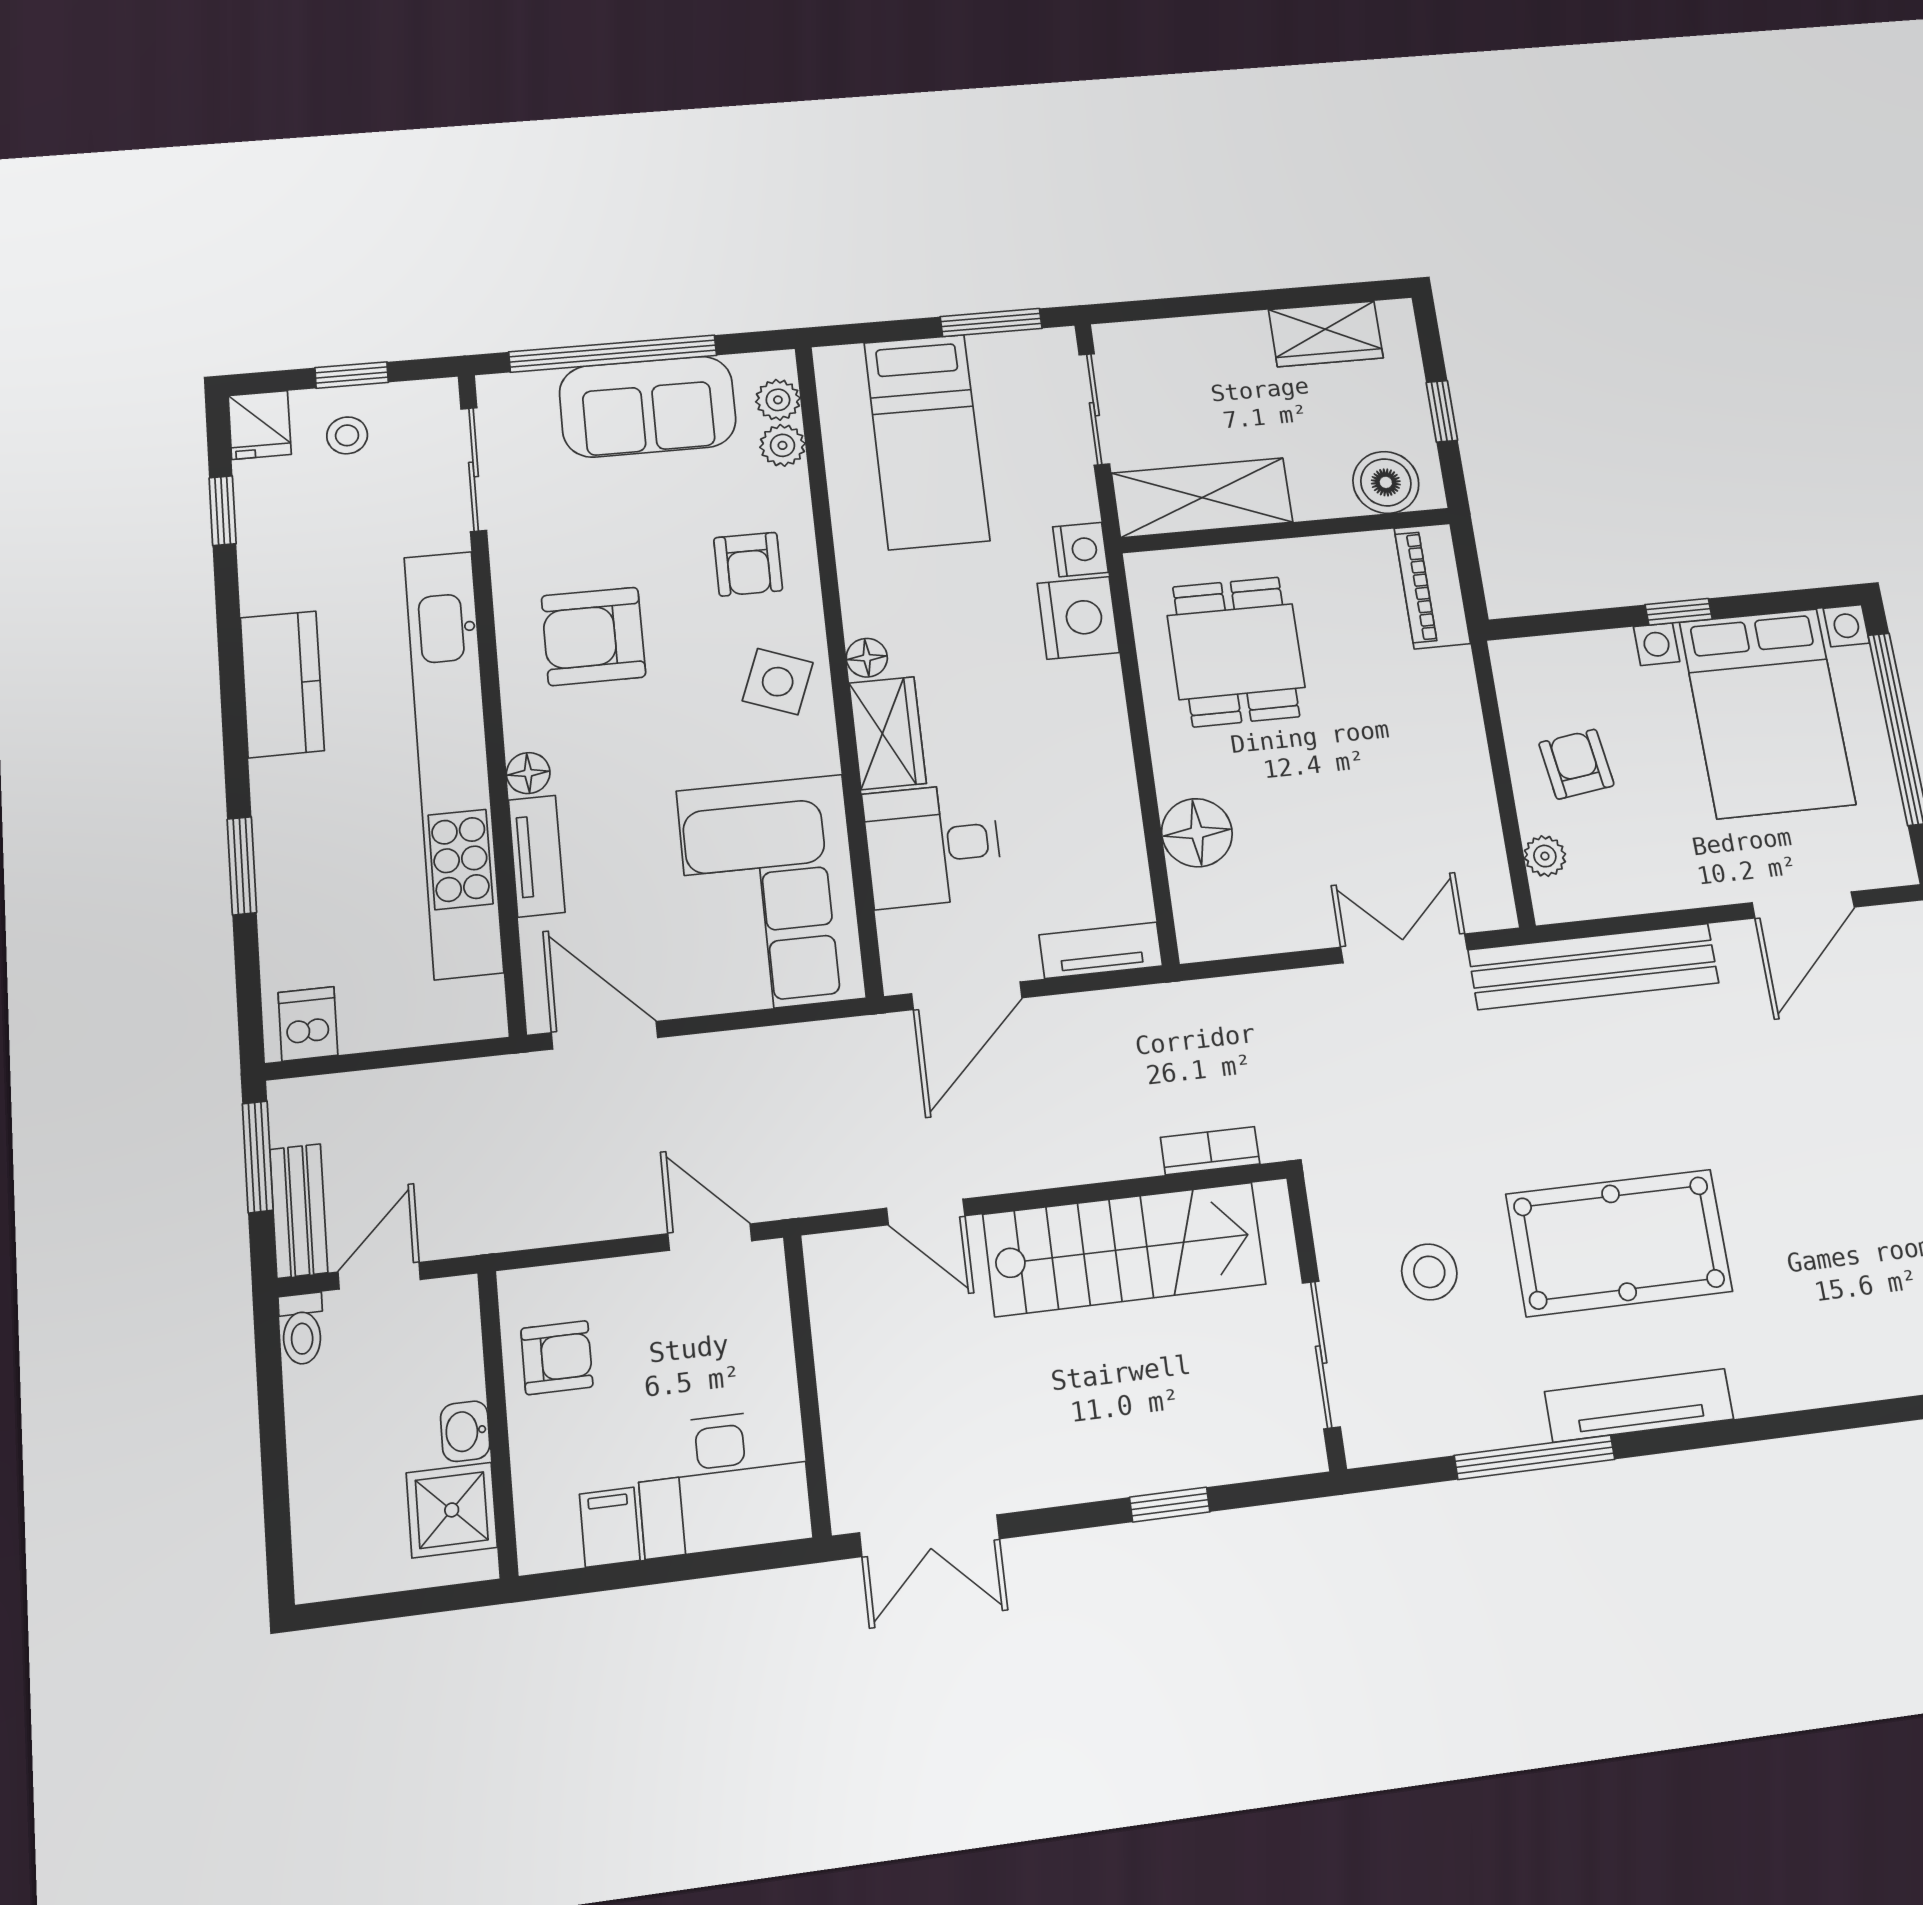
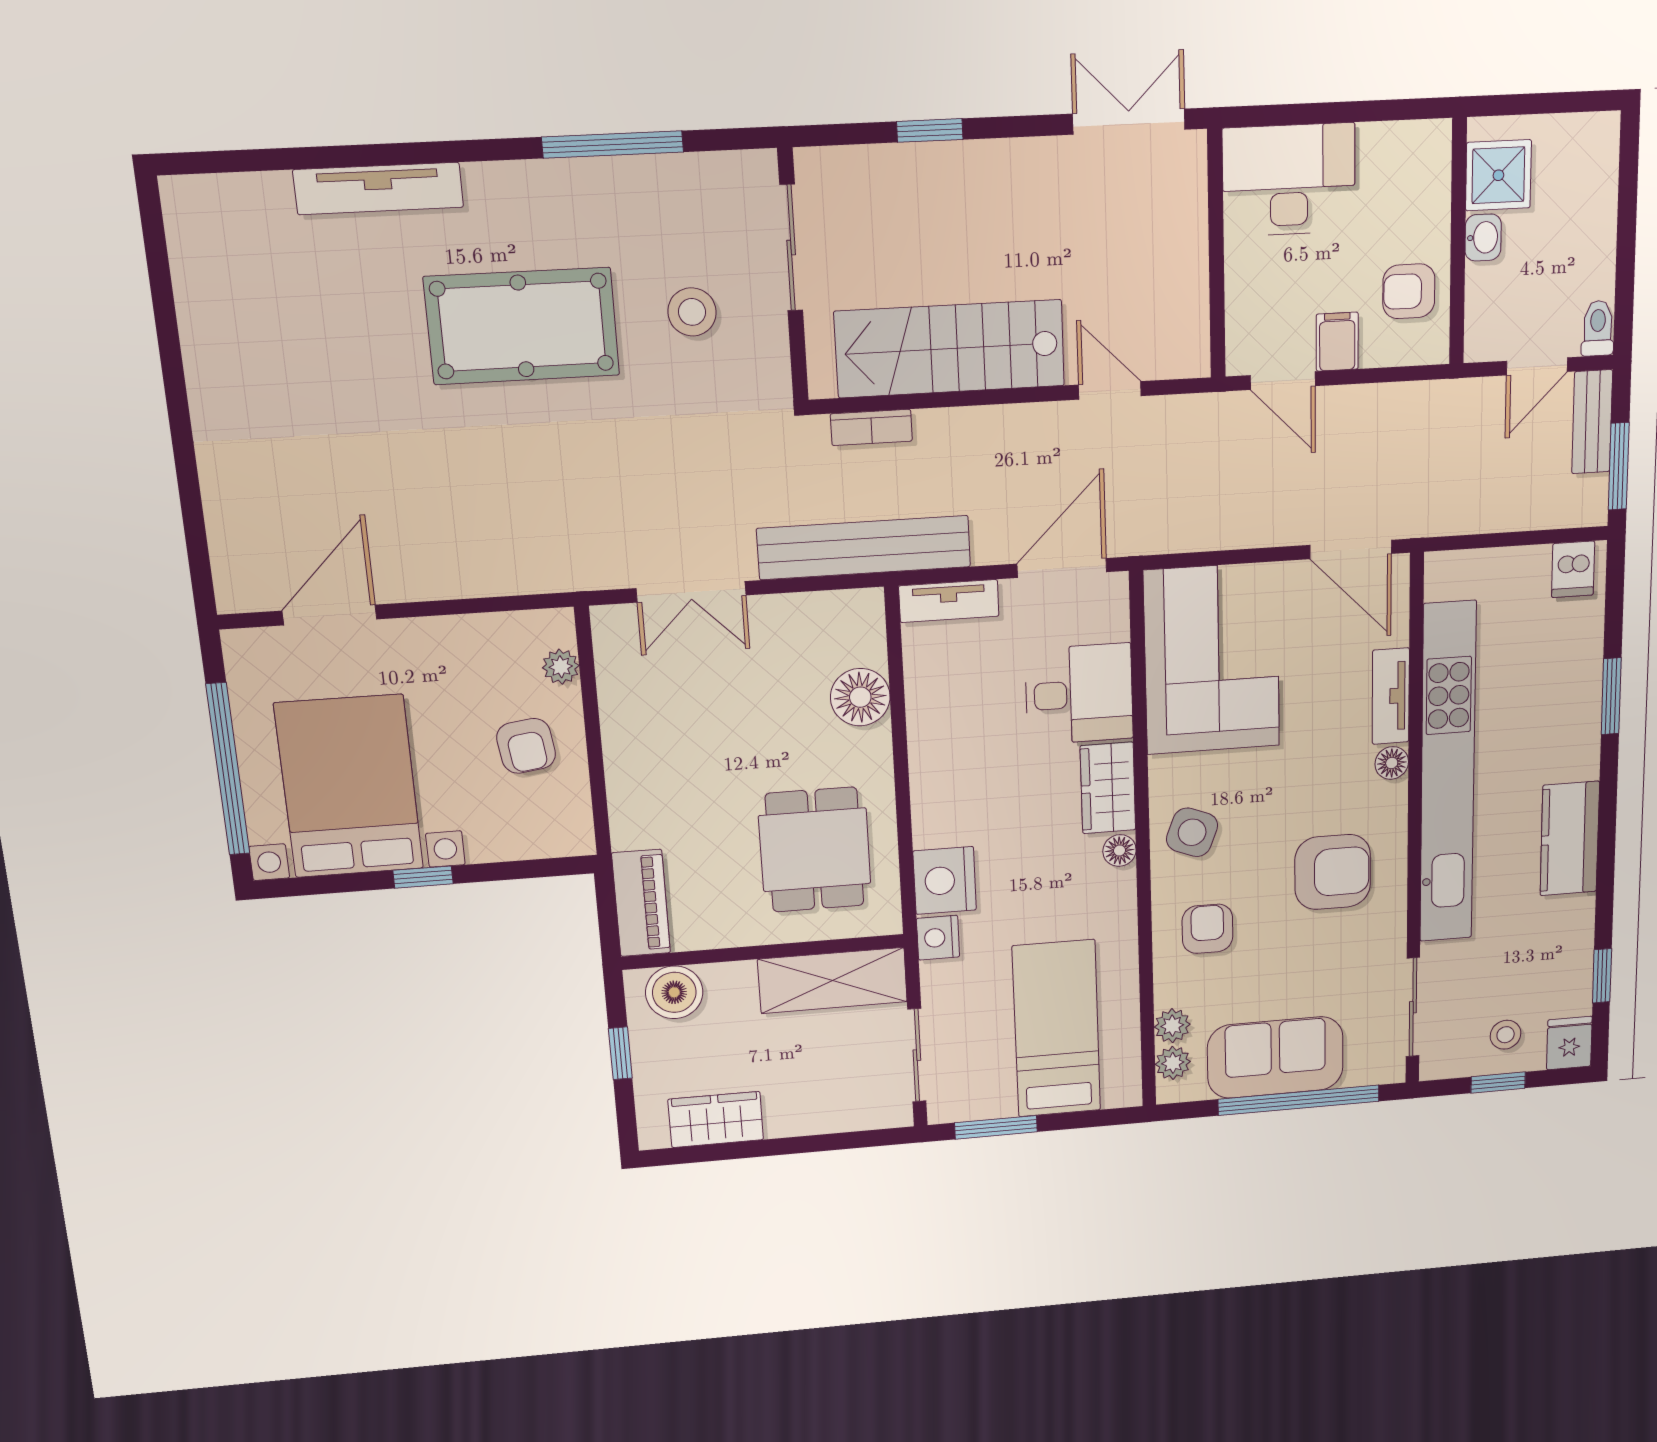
bench: (1594, 966) -> (864, 548), moved
tv unit: (1639, 1405) -> (378, 188), moved
filing cabinet: (610, 1527) -> (1337, 342), moved, turned 180

